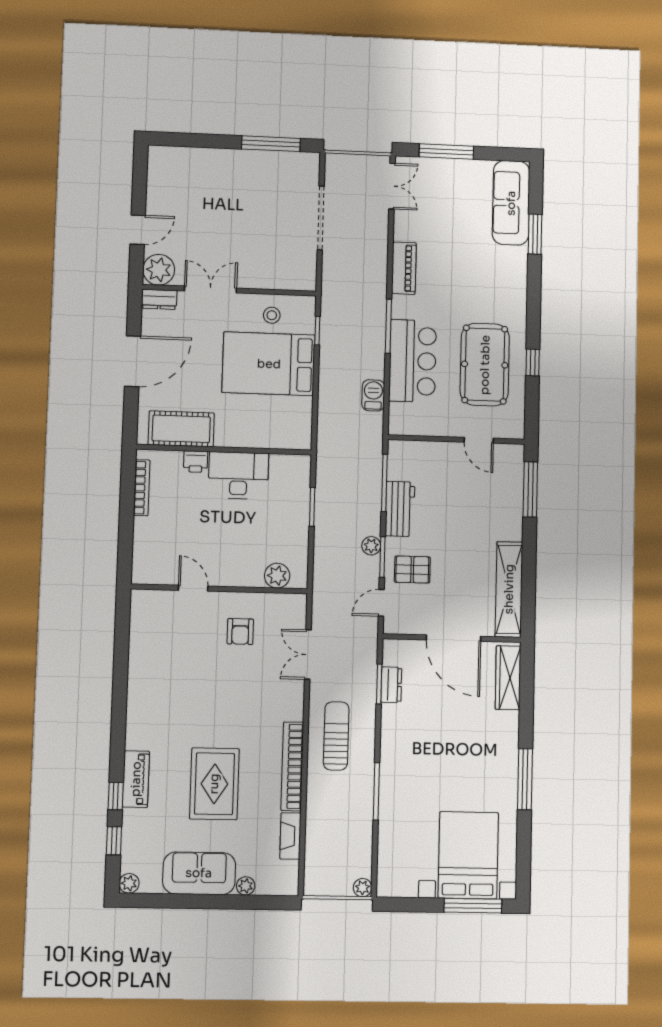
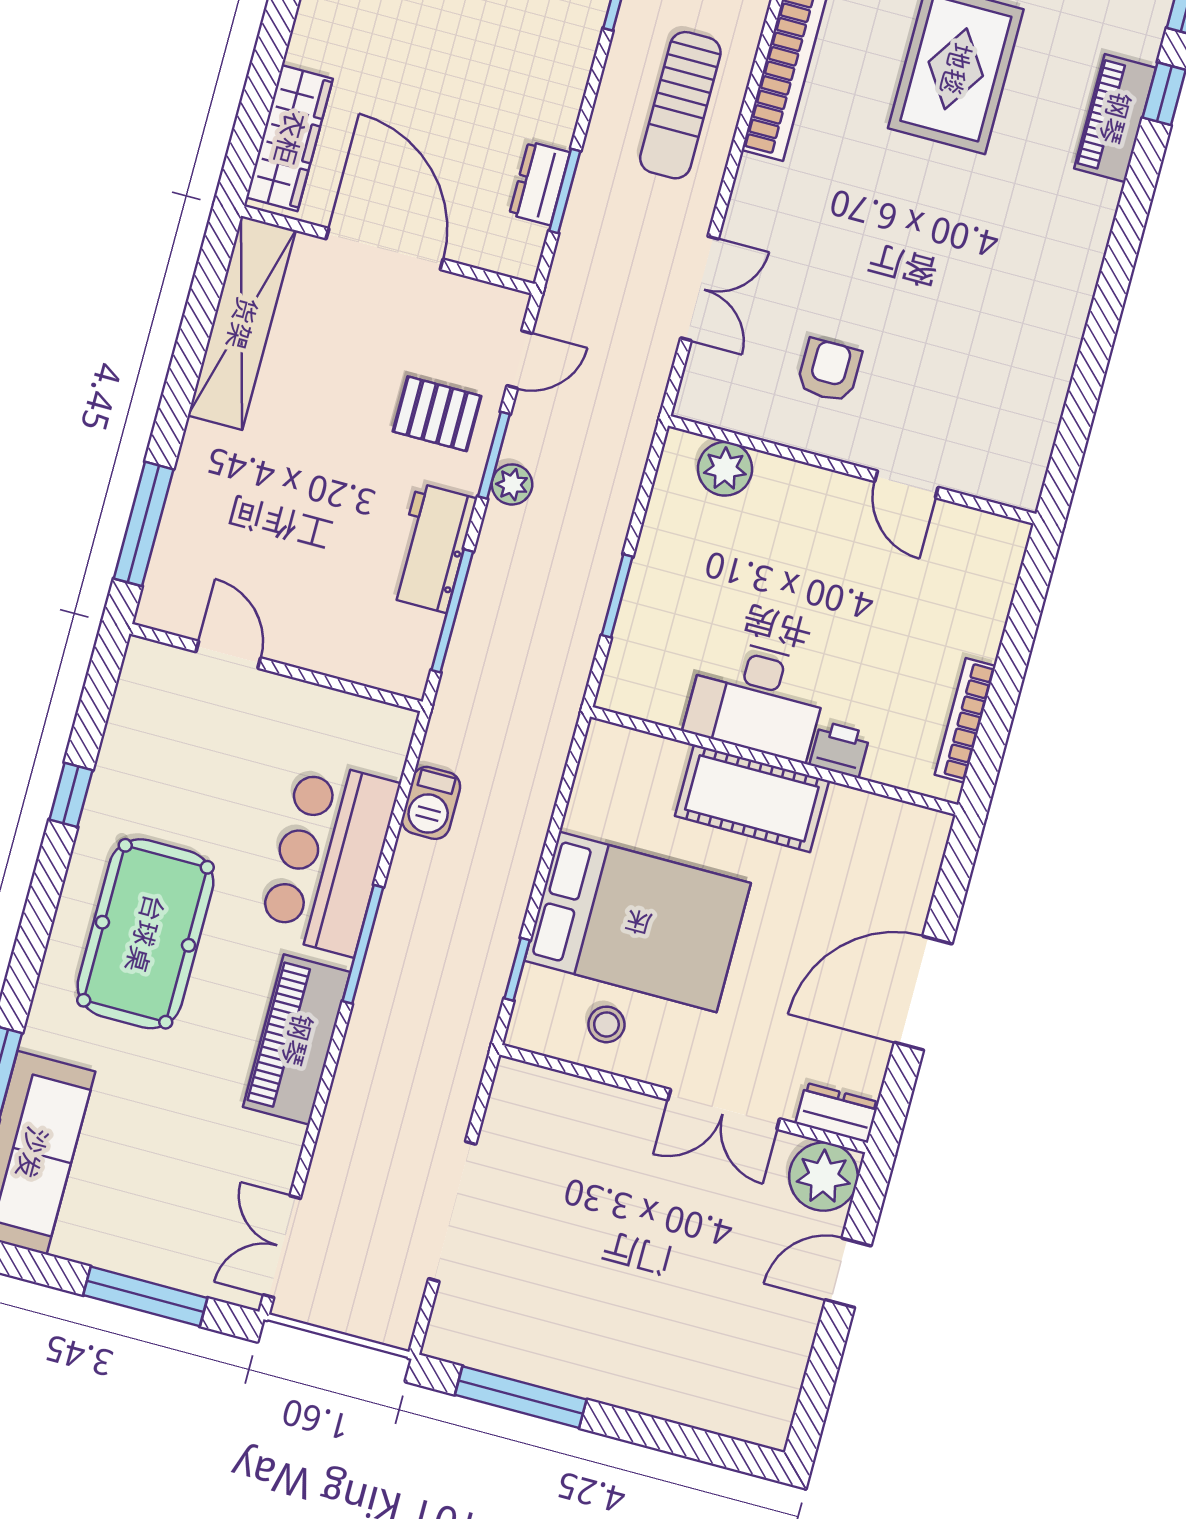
piano: (404, 268) -> (297, 1040), width x1.37, depth x1.33
pool table: (485, 365) -> (145, 934), moved
cot: (181, 429) -> (752, 798), moved

